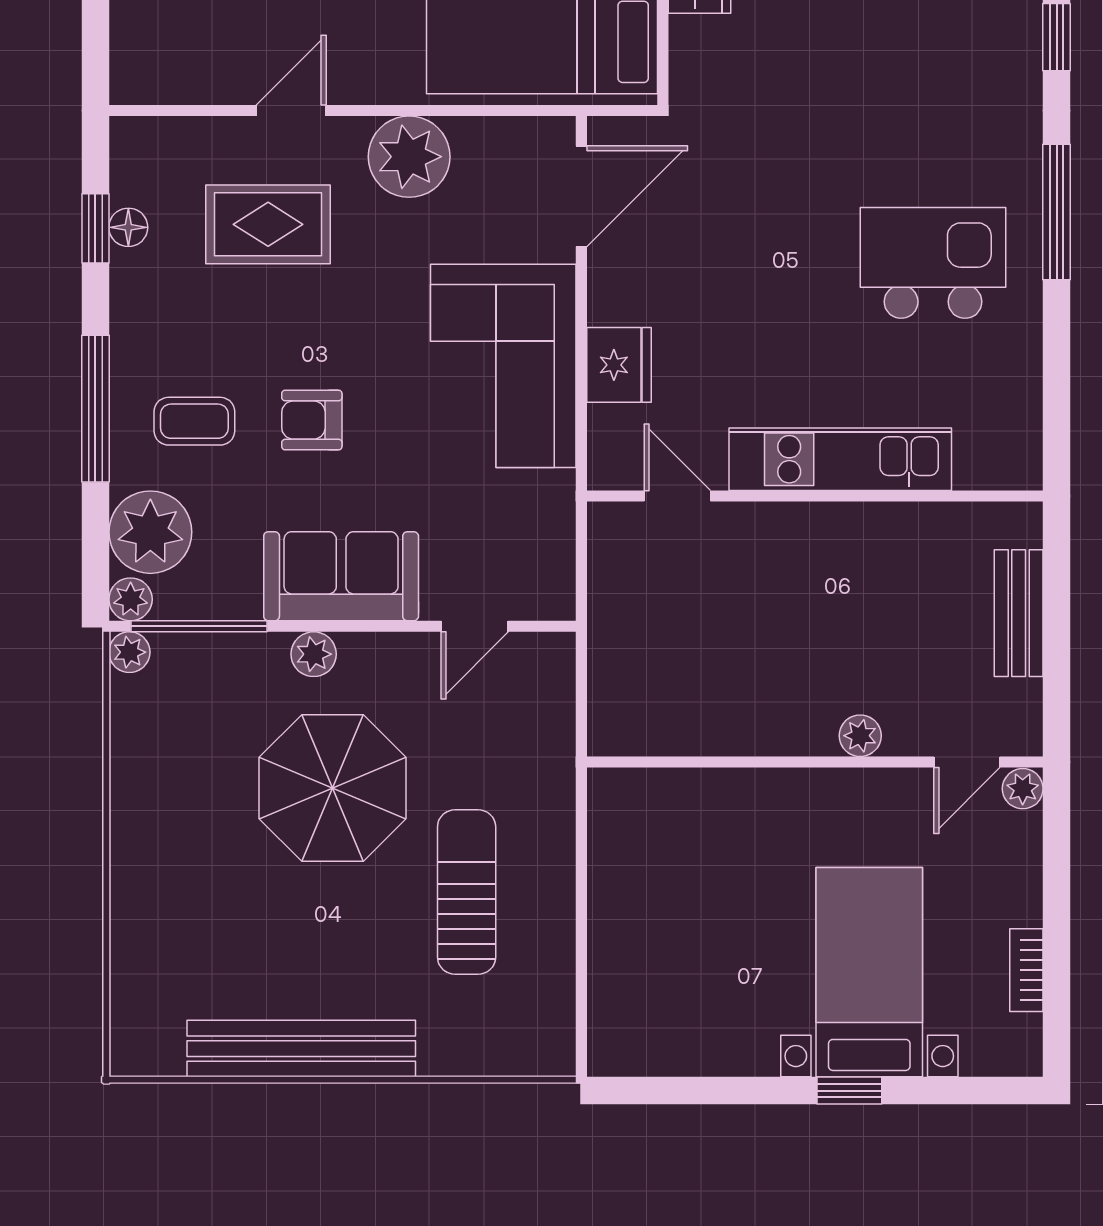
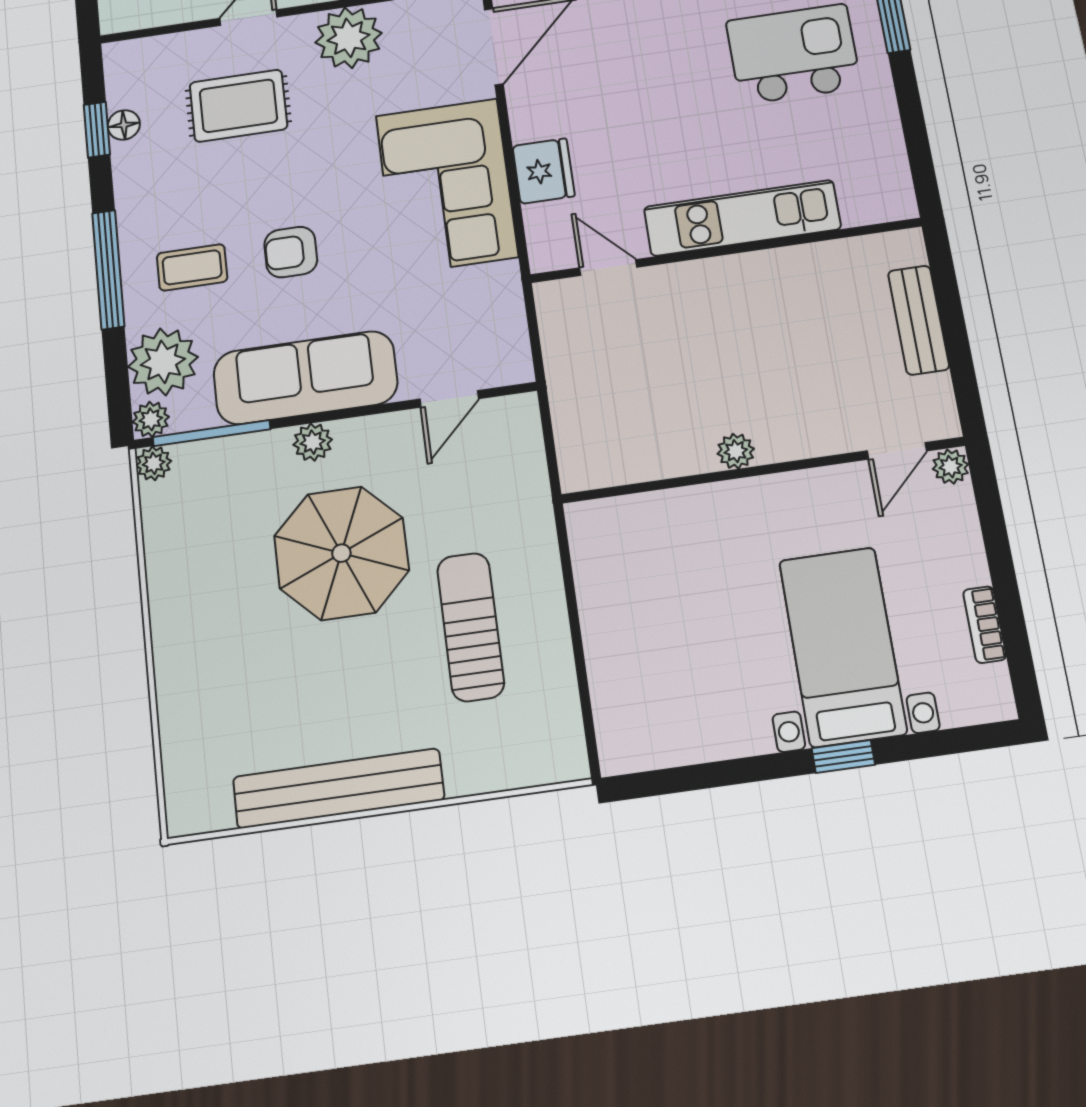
sofa: (341, 576) -> (305, 378), width x1.36
plant: (860, 736) -> (736, 451), moved

